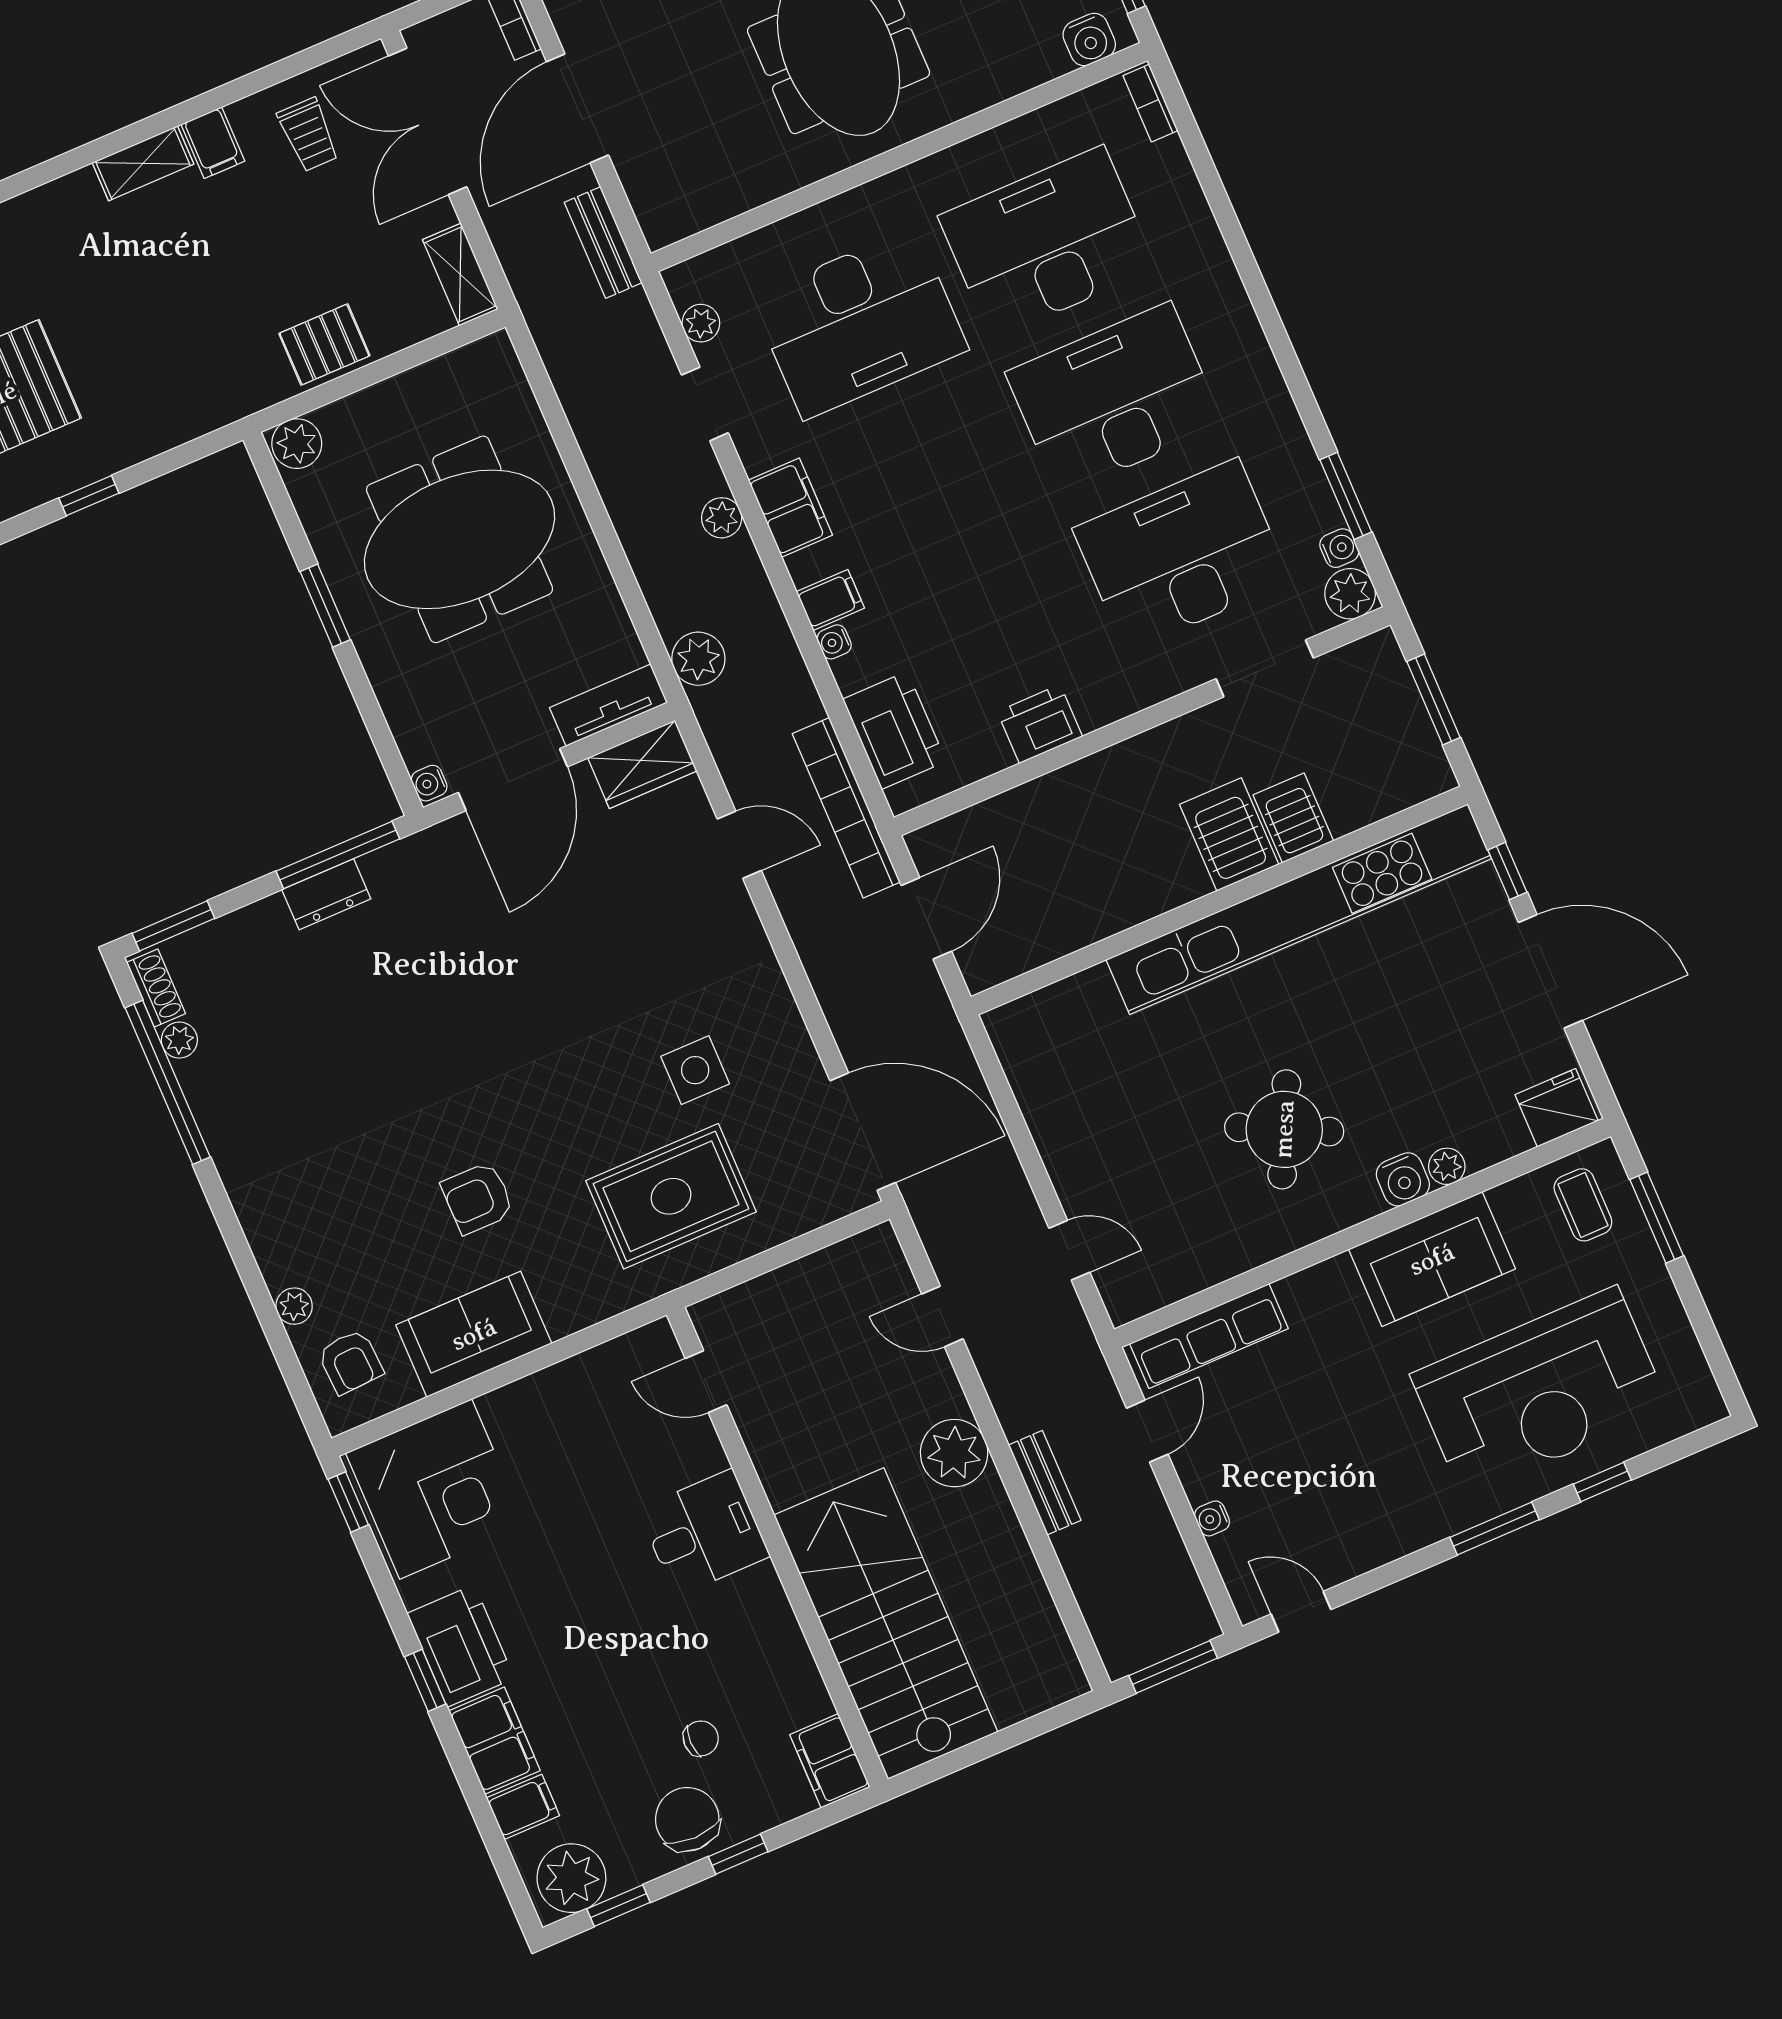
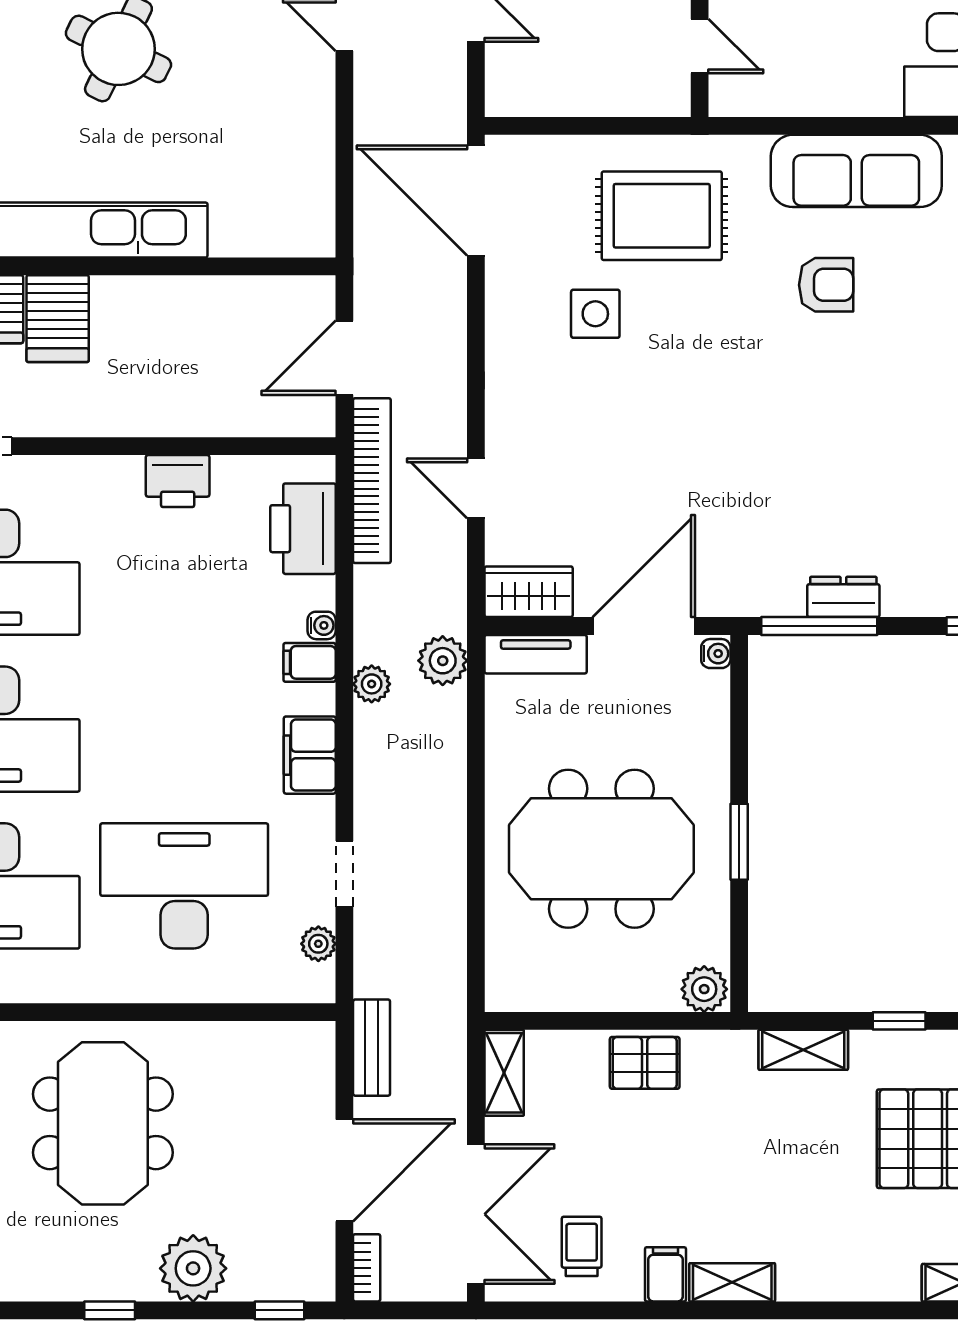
shelving: (172, 426) -> (803, 1050), added
plant: (722, 518) -> (372, 684), moved
sofa: (474, 1334) -> (856, 171), width x1.36

